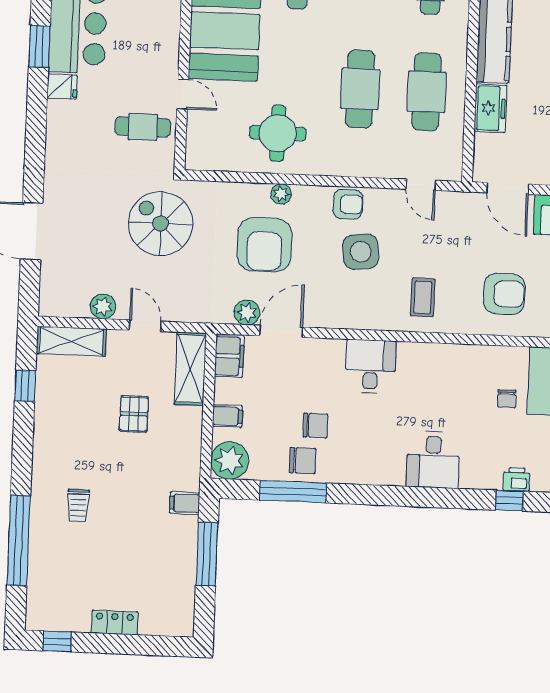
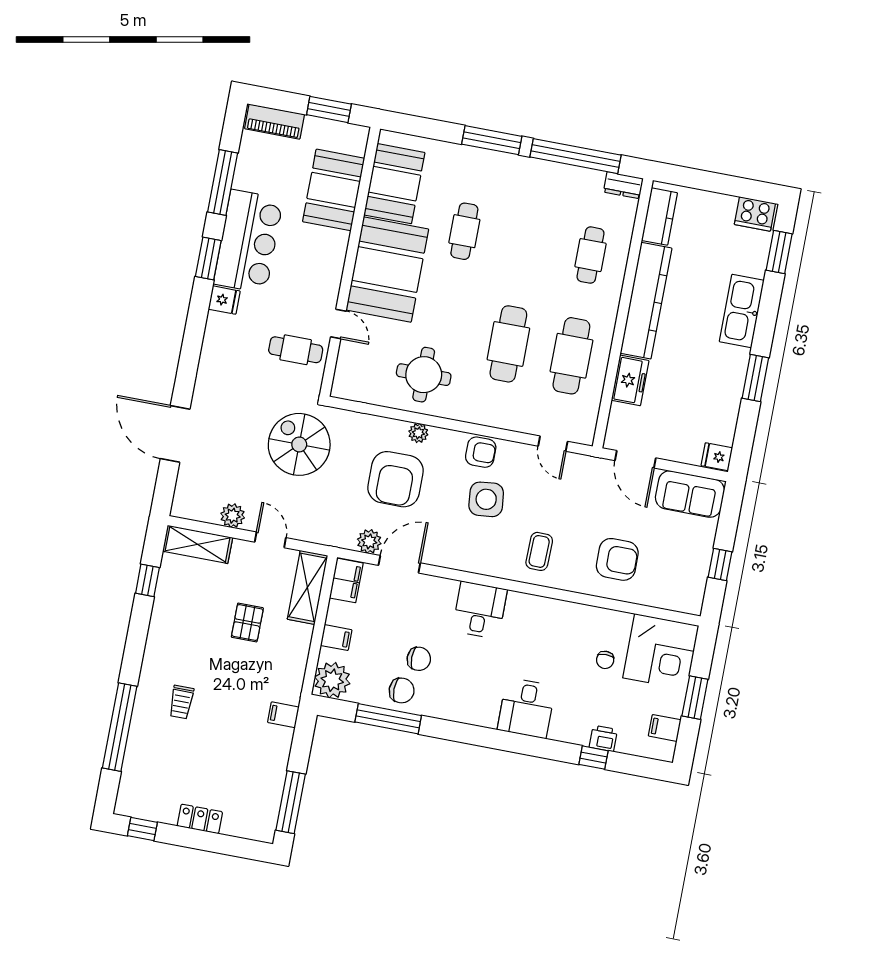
window: (207, 554) -> (291, 802), moved

